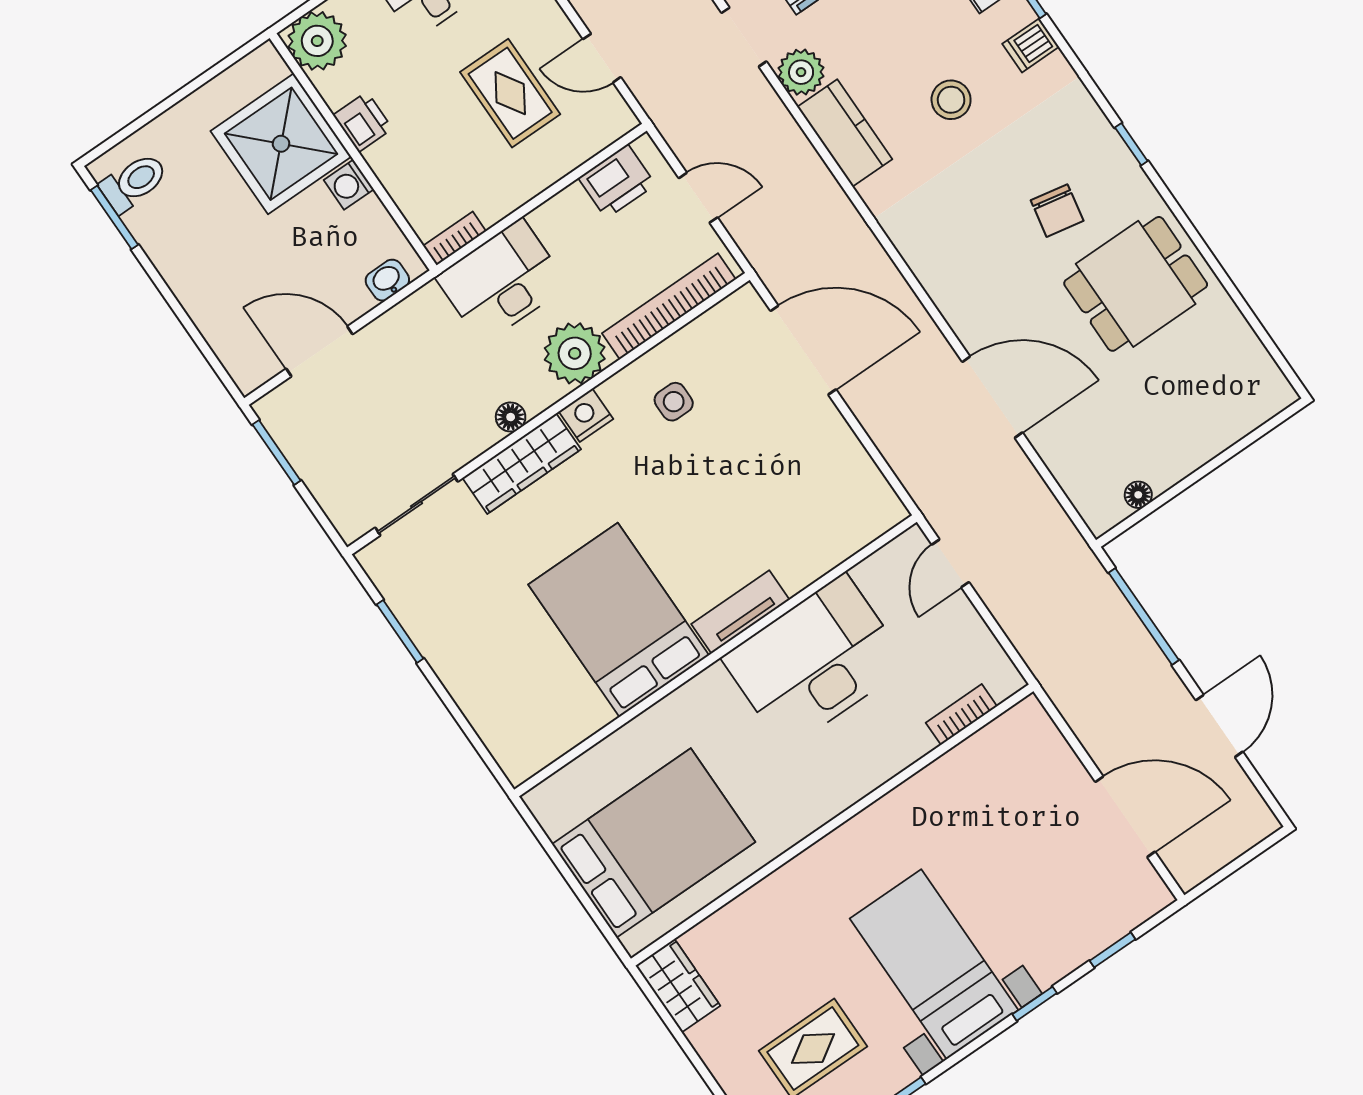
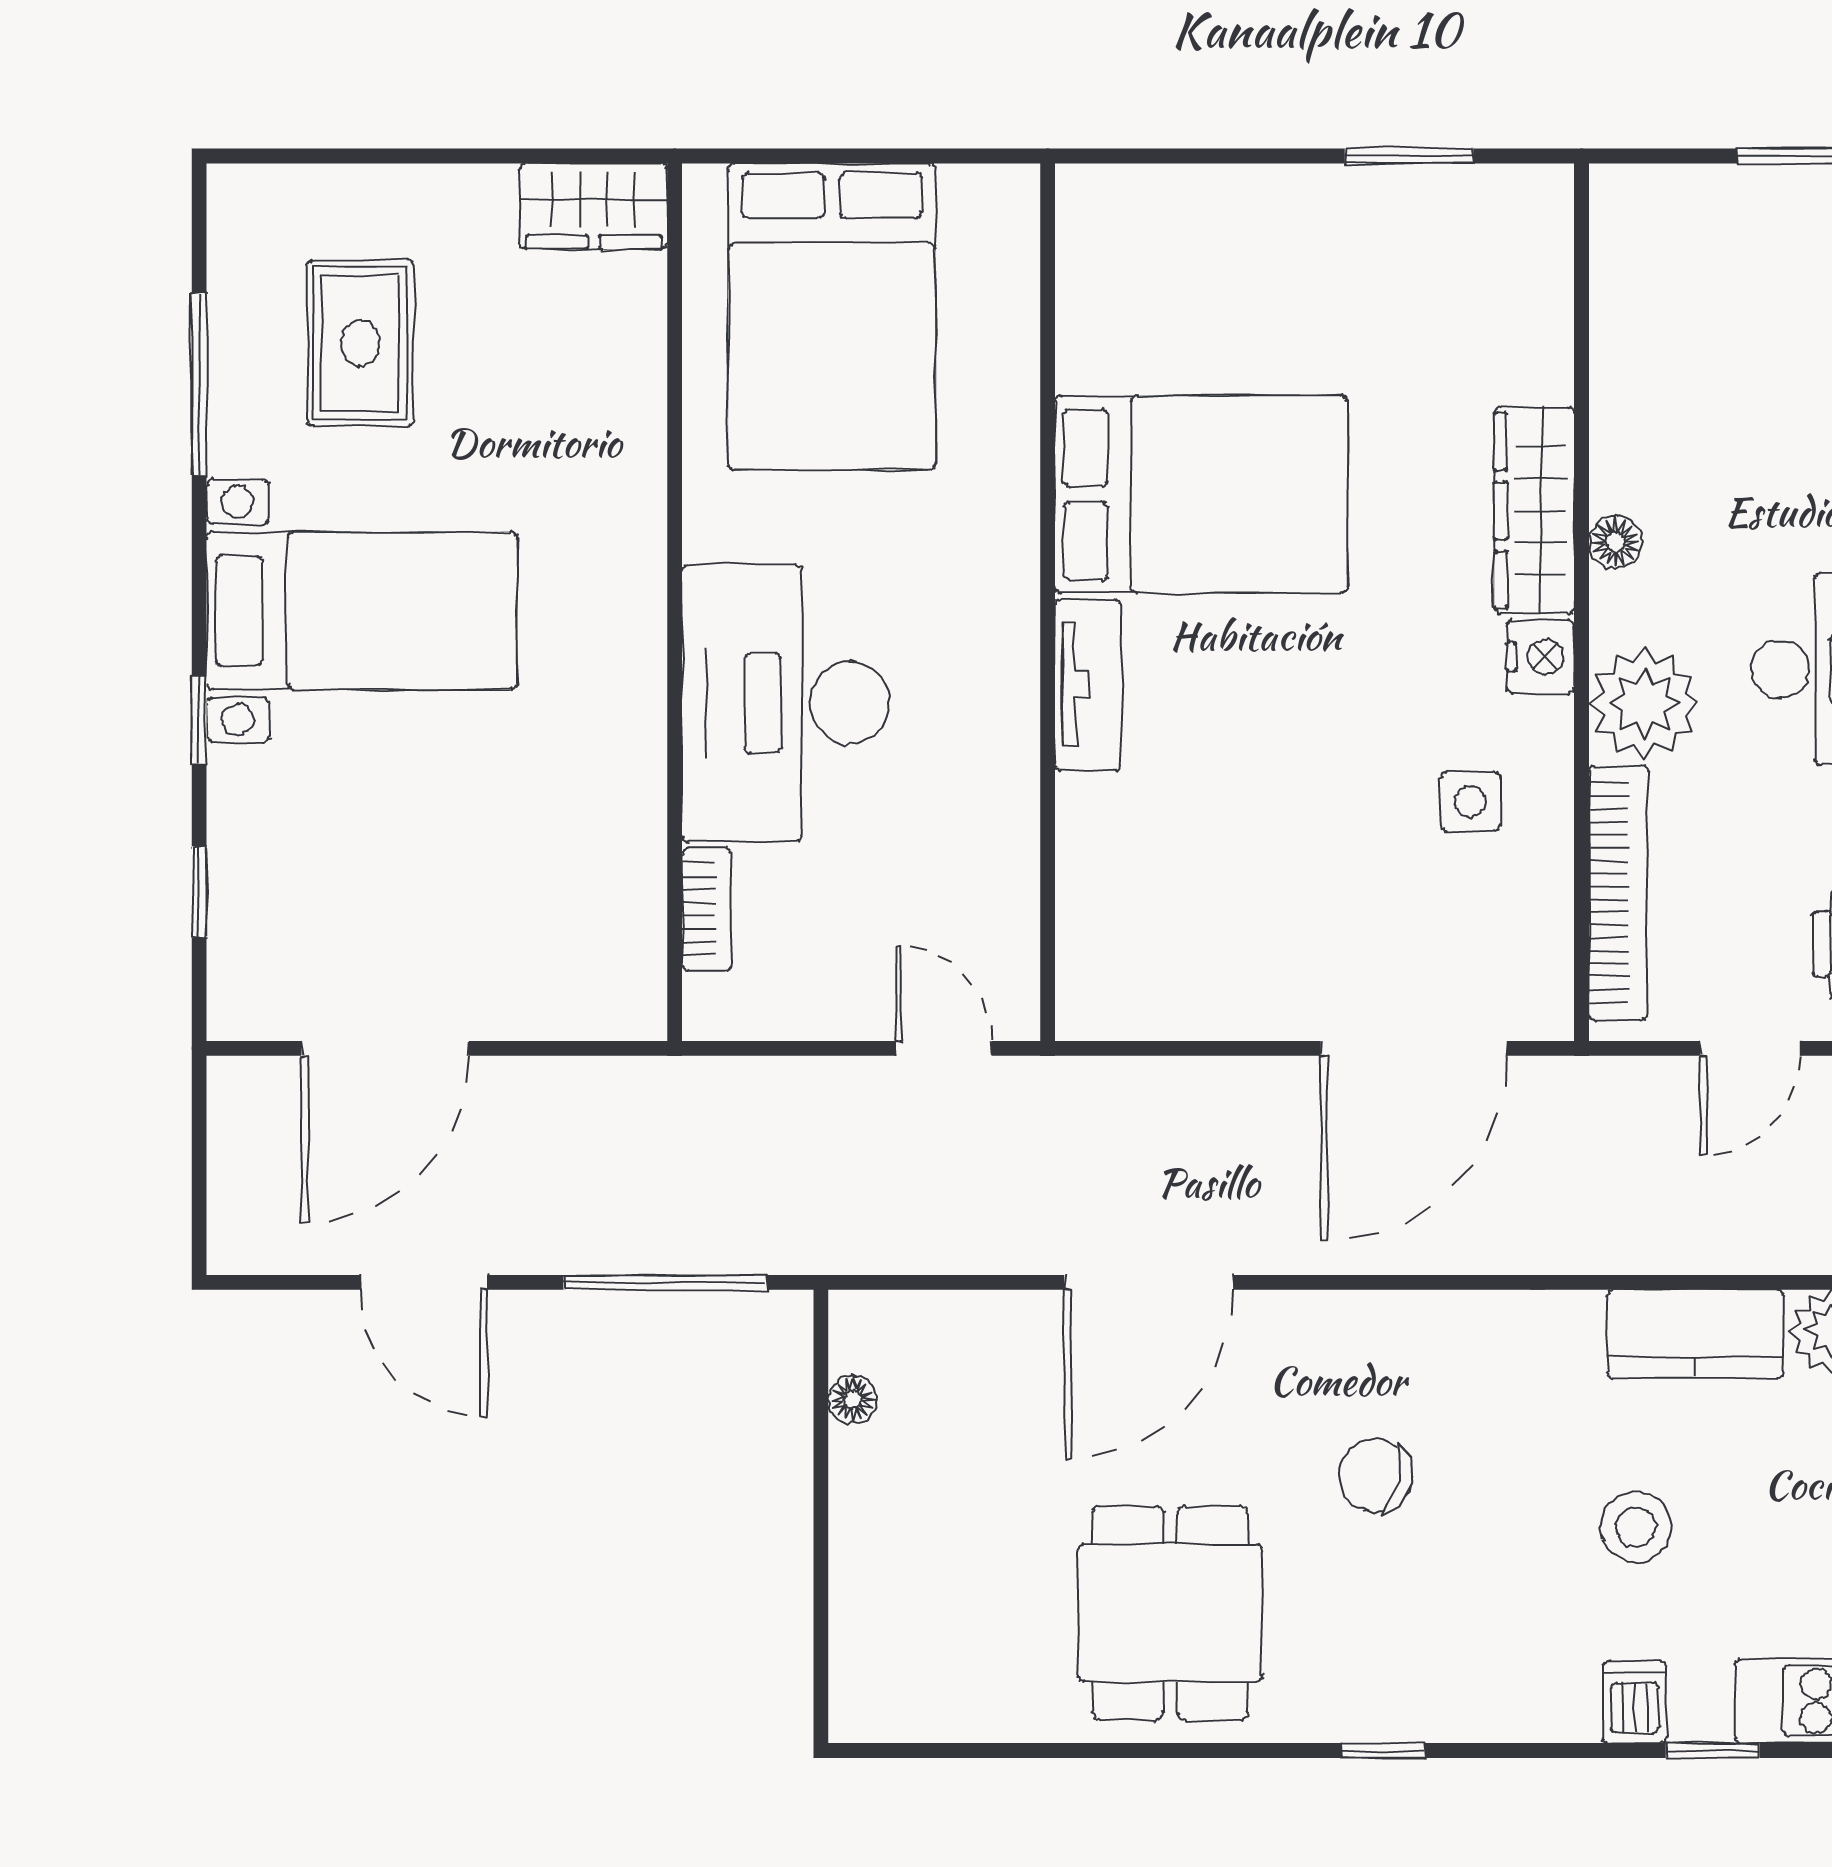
chair: (1057, 211) -> (1376, 1476), moved
sliding door: (416, 505) -> (1582, 311), removed
desk: (815, 661) -> (786, 703), moved, turned 180

